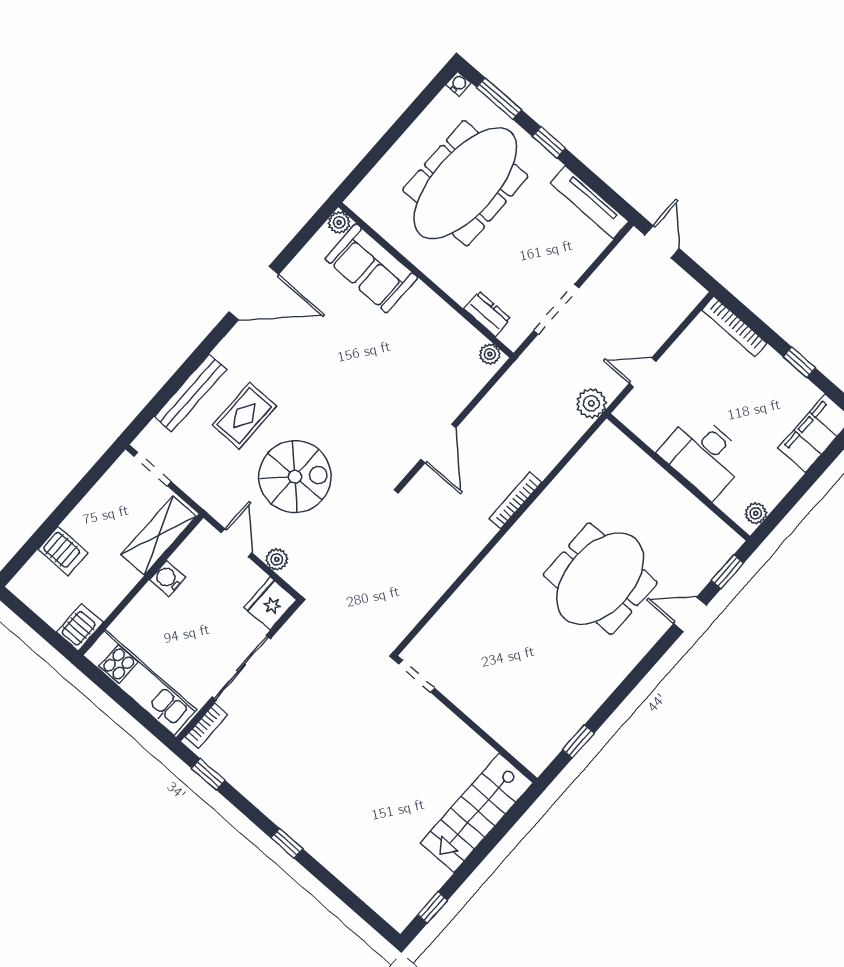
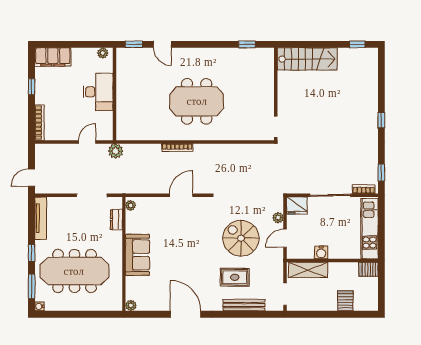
sofa: (371, 268) -> (137, 255), moved
door: (643, 372) -> (87, 142), swing flipped
meeting table: (600, 579) -> (197, 101), moved

